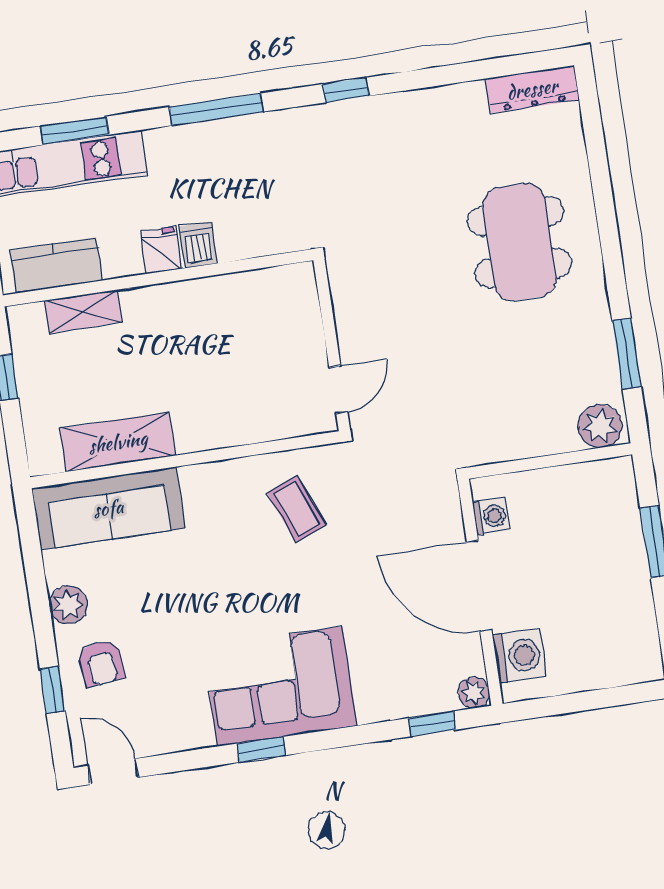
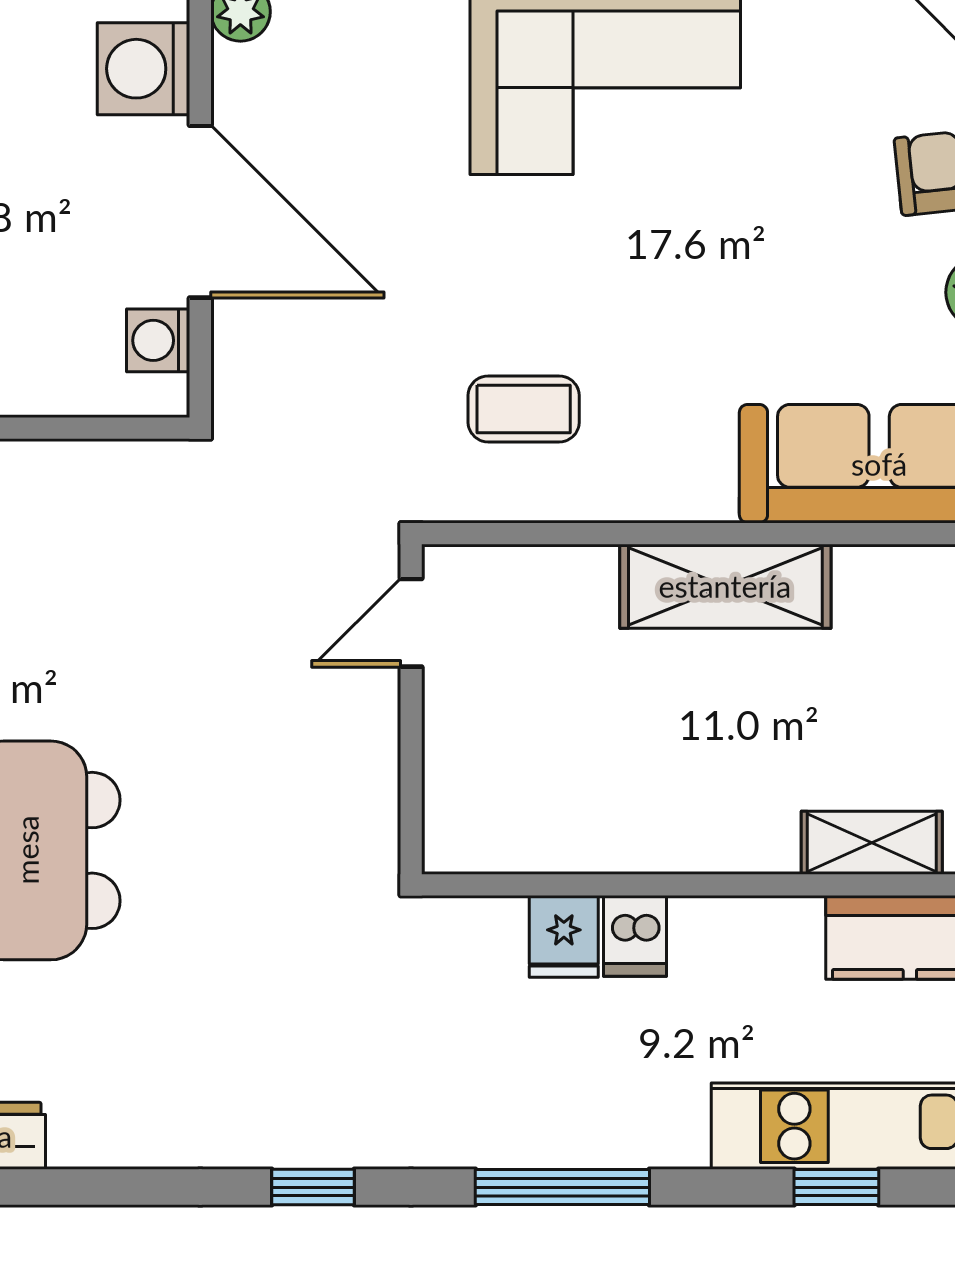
window: (75, 131) -> (836, 1187), width x0.67
fridge: (161, 250) -> (564, 936), moved
shelving: (118, 442) -> (725, 586), moved
coffee table: (297, 509) -> (524, 409), turned -68

